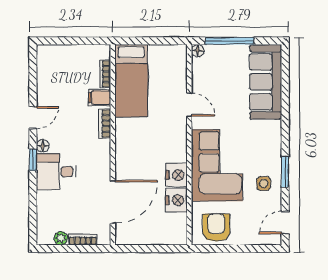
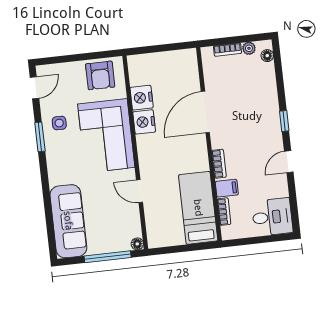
floor lamp: (43, 146) -> (267, 56), moved
desk: (56, 172) -> (272, 217), moved
door: (113, 202) -> (205, 112), moved

